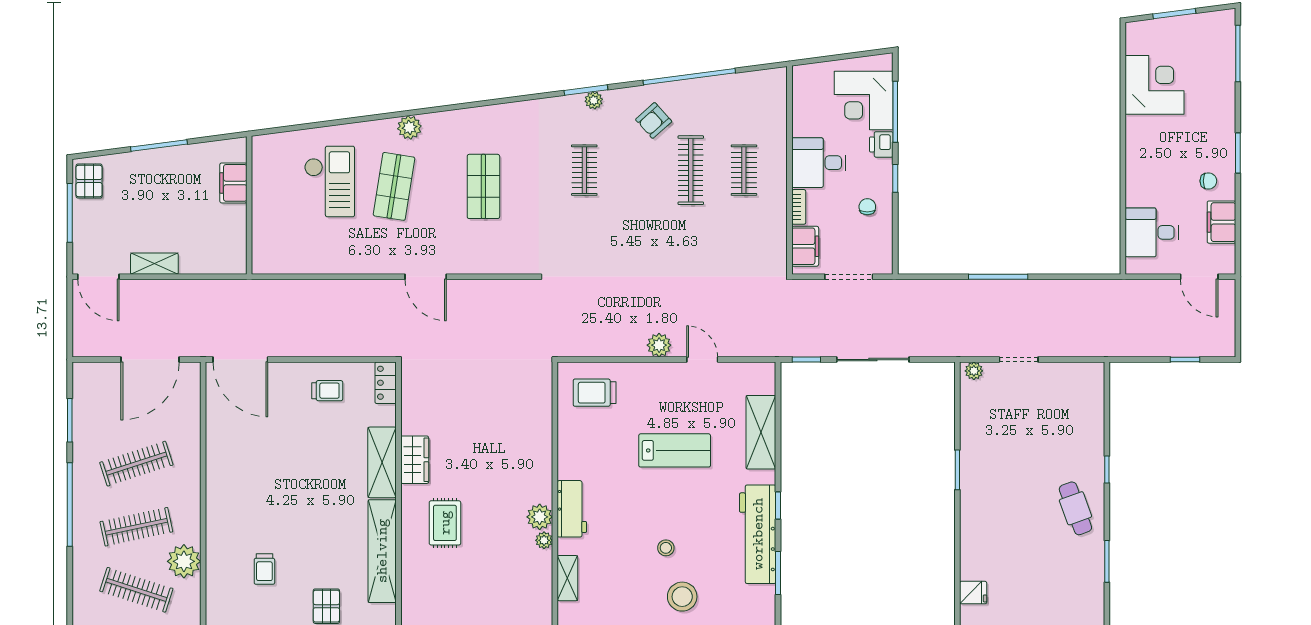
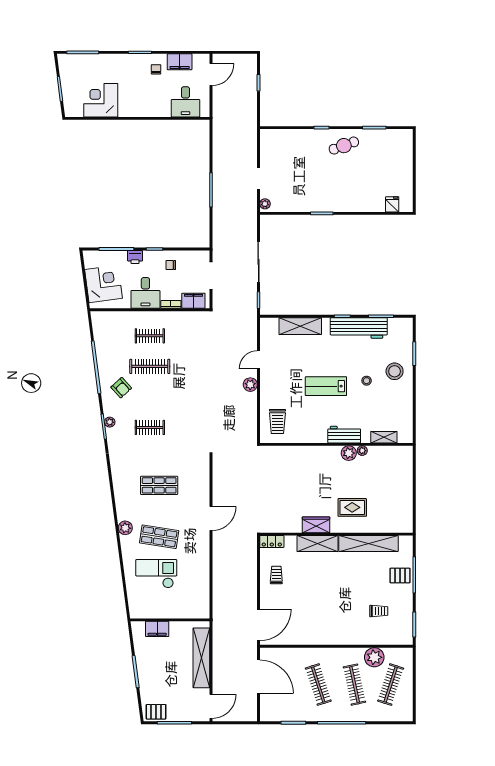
corner desk: (864, 100) -> (104, 284), moved, turned -97
shelving: (154, 264) -> (201, 658), width x2.20, depth x1.33
lab bench: (675, 450) -> (326, 386), moved, turned -90

